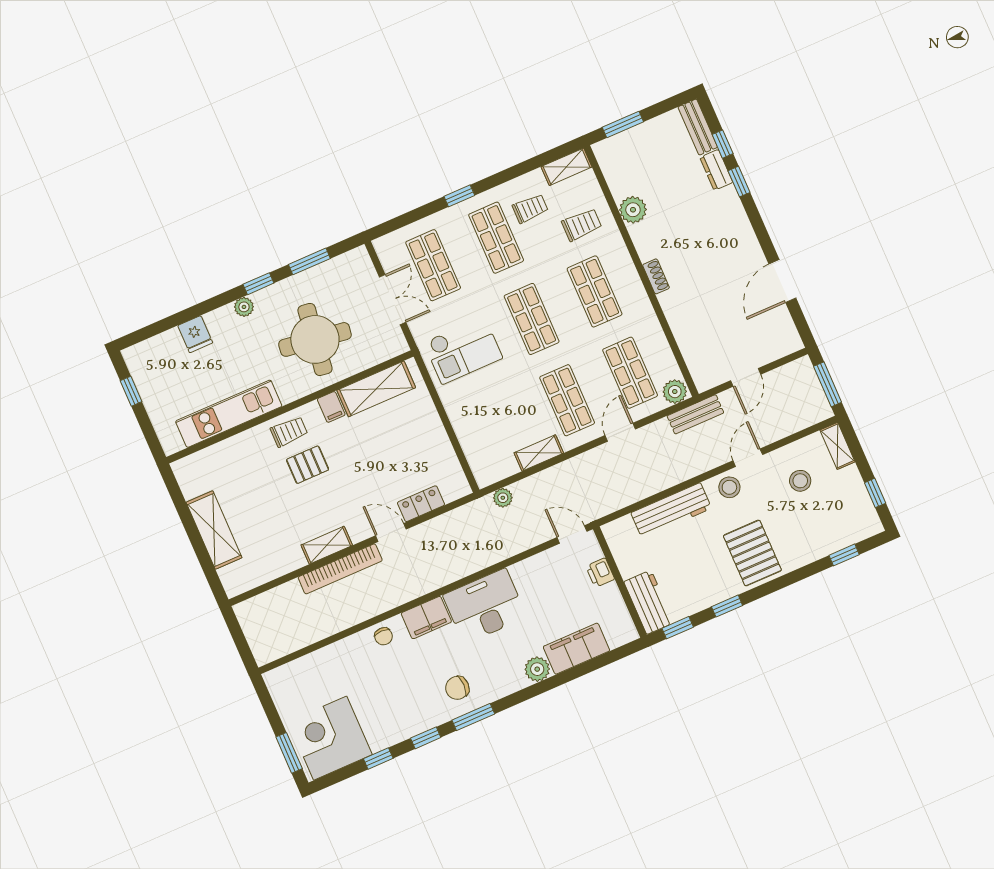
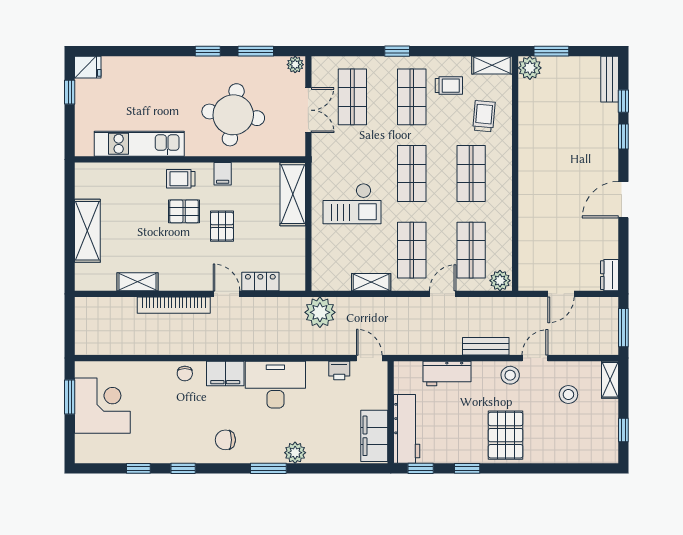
dresser: (716, 170) -> (610, 275), moved
plant: (633, 210) -> (530, 68), moved
trolley: (582, 225) -> (484, 116), turned -85
shoe rack: (656, 276) -> (525, 183), removed
door: (782, 281) -> (623, 200), moved
plant: (244, 307) -> (295, 65), moved
fridge: (195, 334) -> (88, 67), moved, turned -90
checkout: (463, 350) -> (352, 204), moved
shelving: (376, 389) -> (293, 194), moved, turned 90
bench: (695, 414) -> (486, 346), moved
trolley: (289, 432) -> (181, 179), turned 180
pallet: (355, 463) -> (222, 226), added
plant: (503, 498) -> (320, 312), width x1.88, depth x1.88
workbench: (671, 511) -> (447, 373), width x0.73
shelving: (327, 545) -> (137, 282), moved
window: (844, 555) -> (578, 468), removed
printer: (600, 573) -> (339, 370), moved, turned -90
workbench: (649, 602) -> (407, 429), width x1.37
filing cabinet: (576, 649) -> (374, 436), moved, turned -90
window: (473, 717) -> (268, 468), moved
corner desk: (330, 738) -> (102, 406), moved, turned 90
window: (289, 753) -> (70, 397), moved

